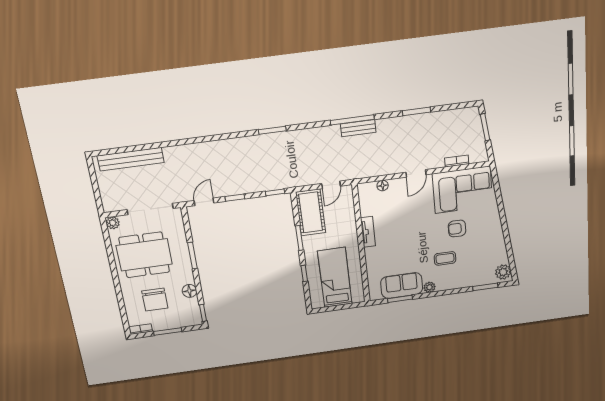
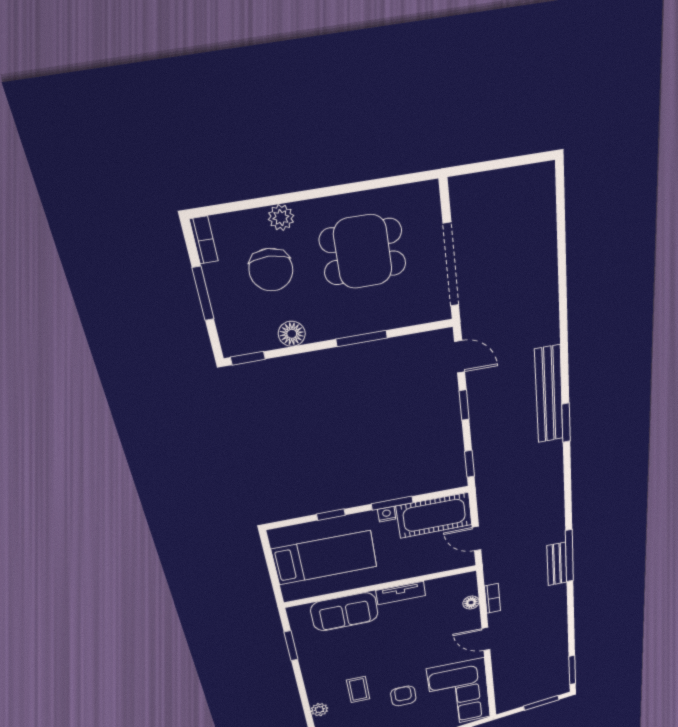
window: (416, 111) -> (572, 670), moved
window: (272, 130) -> (566, 423), moved
bench: (131, 159) -> (549, 395), moved
bookcase: (457, 161) -> (492, 598), moved
plant: (113, 223) -> (281, 217), moved
nightstand: (307, 241) -> (387, 514), added
dining table: (144, 255) -> (363, 252), width x0.73
sofa: (402, 286) -> (344, 612), moved, turned 90
plant: (429, 287) -> (319, 710), moved
chair: (155, 300) -> (271, 270), turned -88

